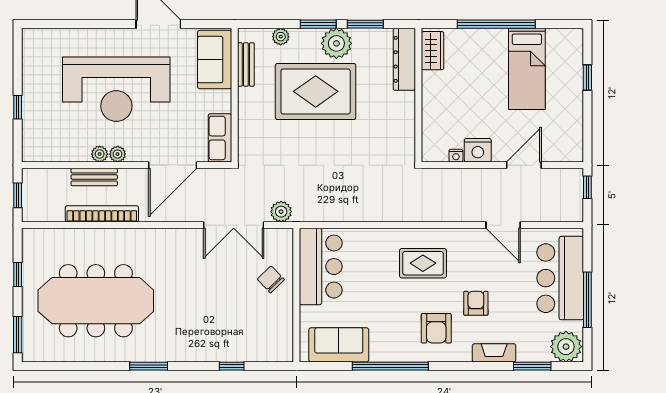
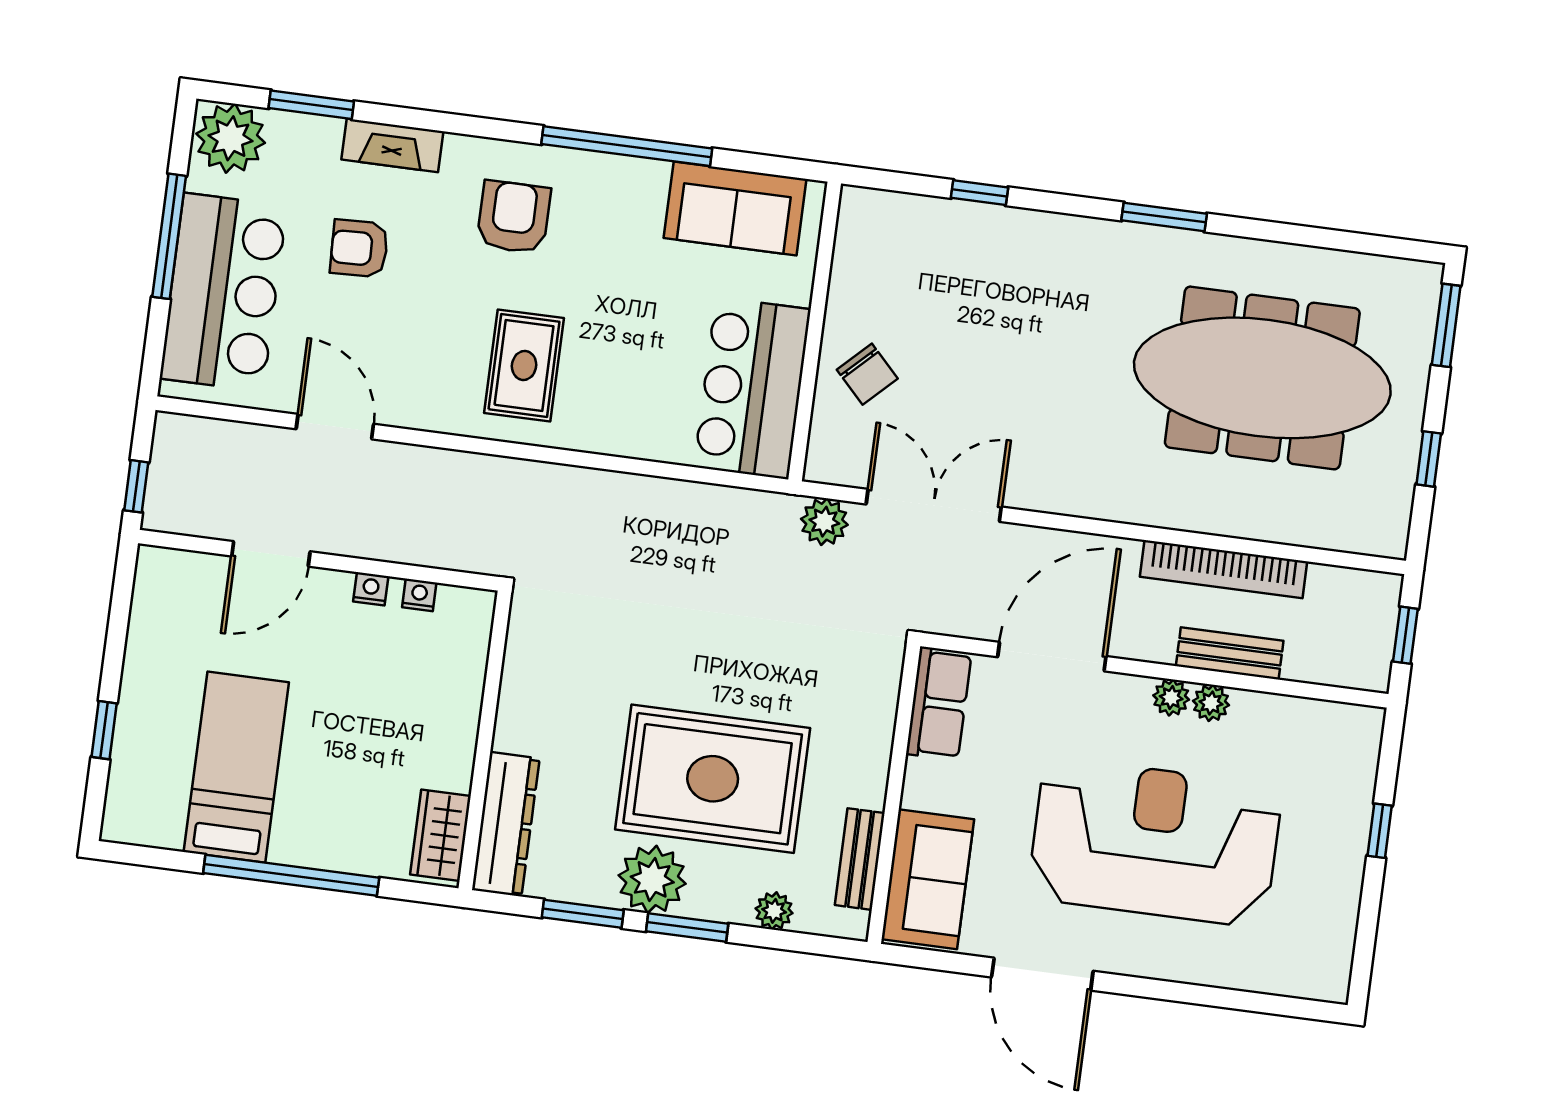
nightstand: (478, 150) -> (371, 589), width x0.53, depth x0.56
rug: (423, 263) -> (524, 365), turned 90
armchair: (476, 303) -> (359, 248), moved, turned 88

